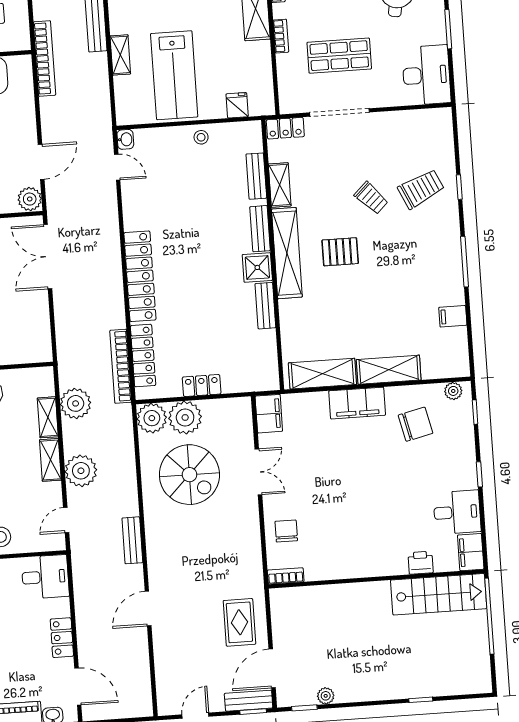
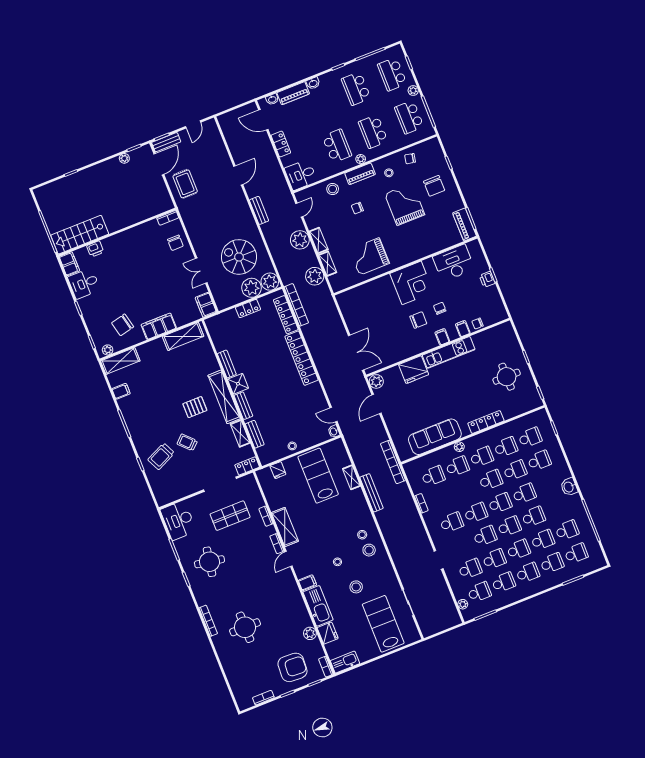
shelving: (389, 370) -> (120, 361), moved

